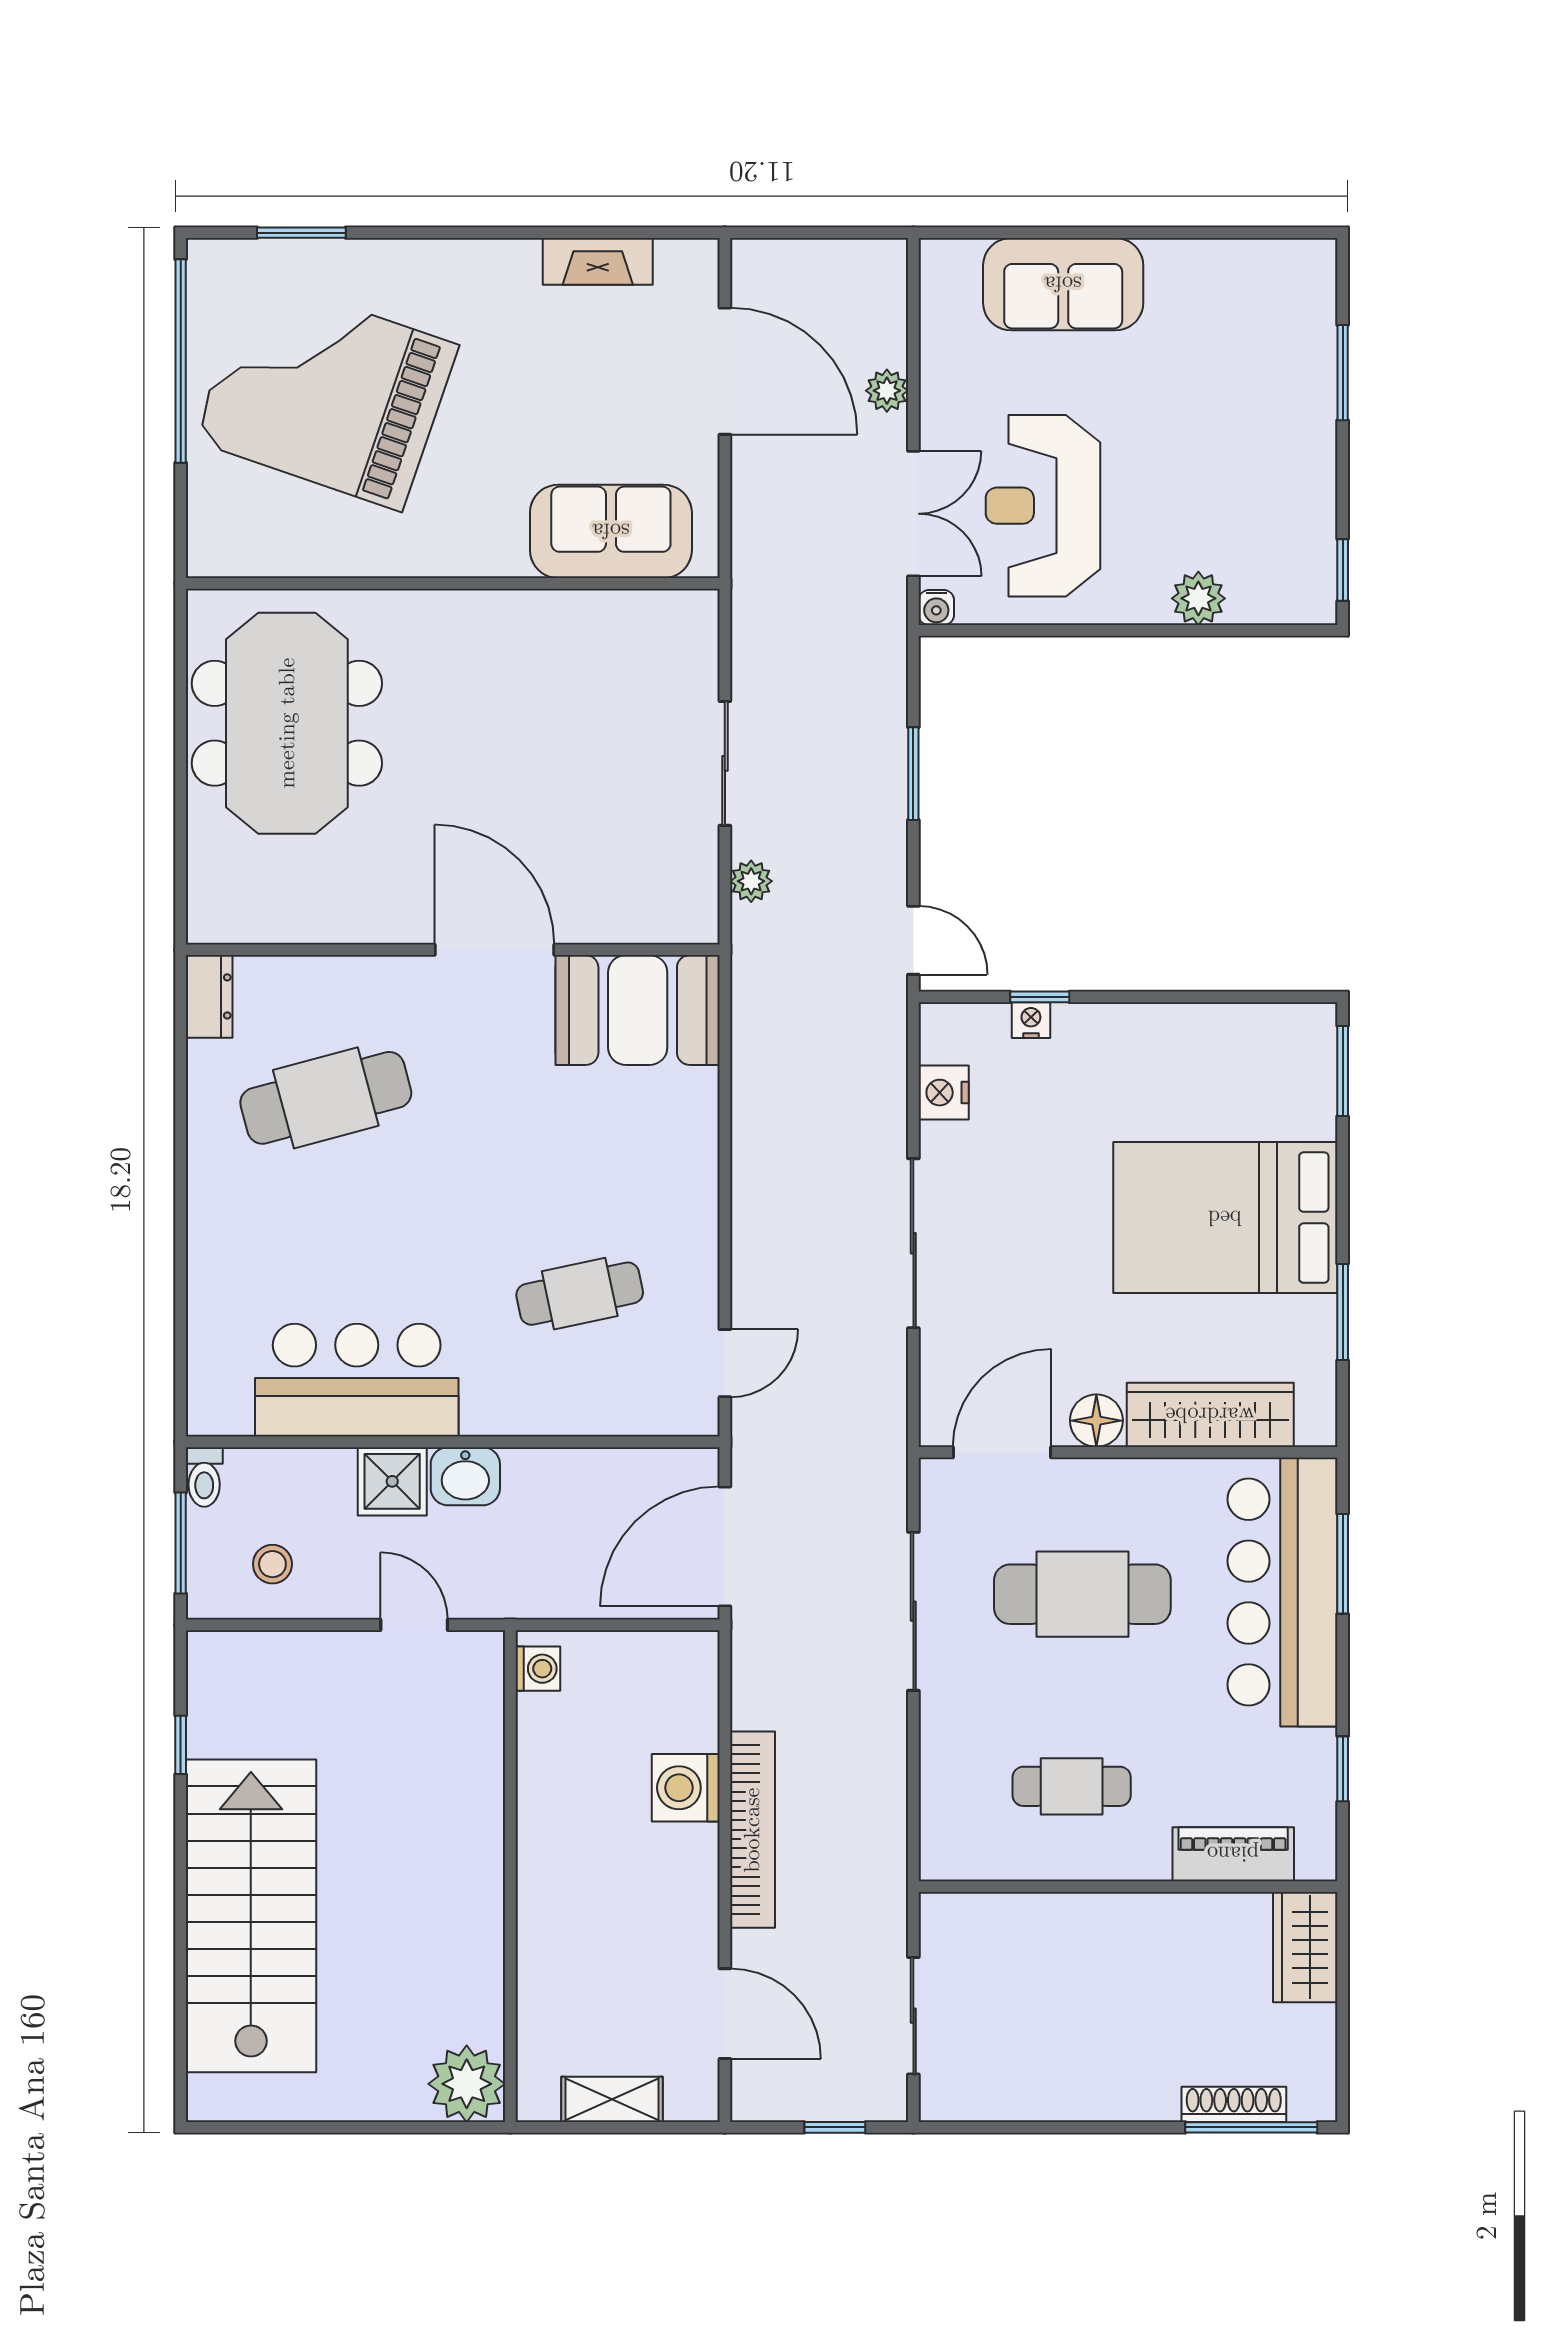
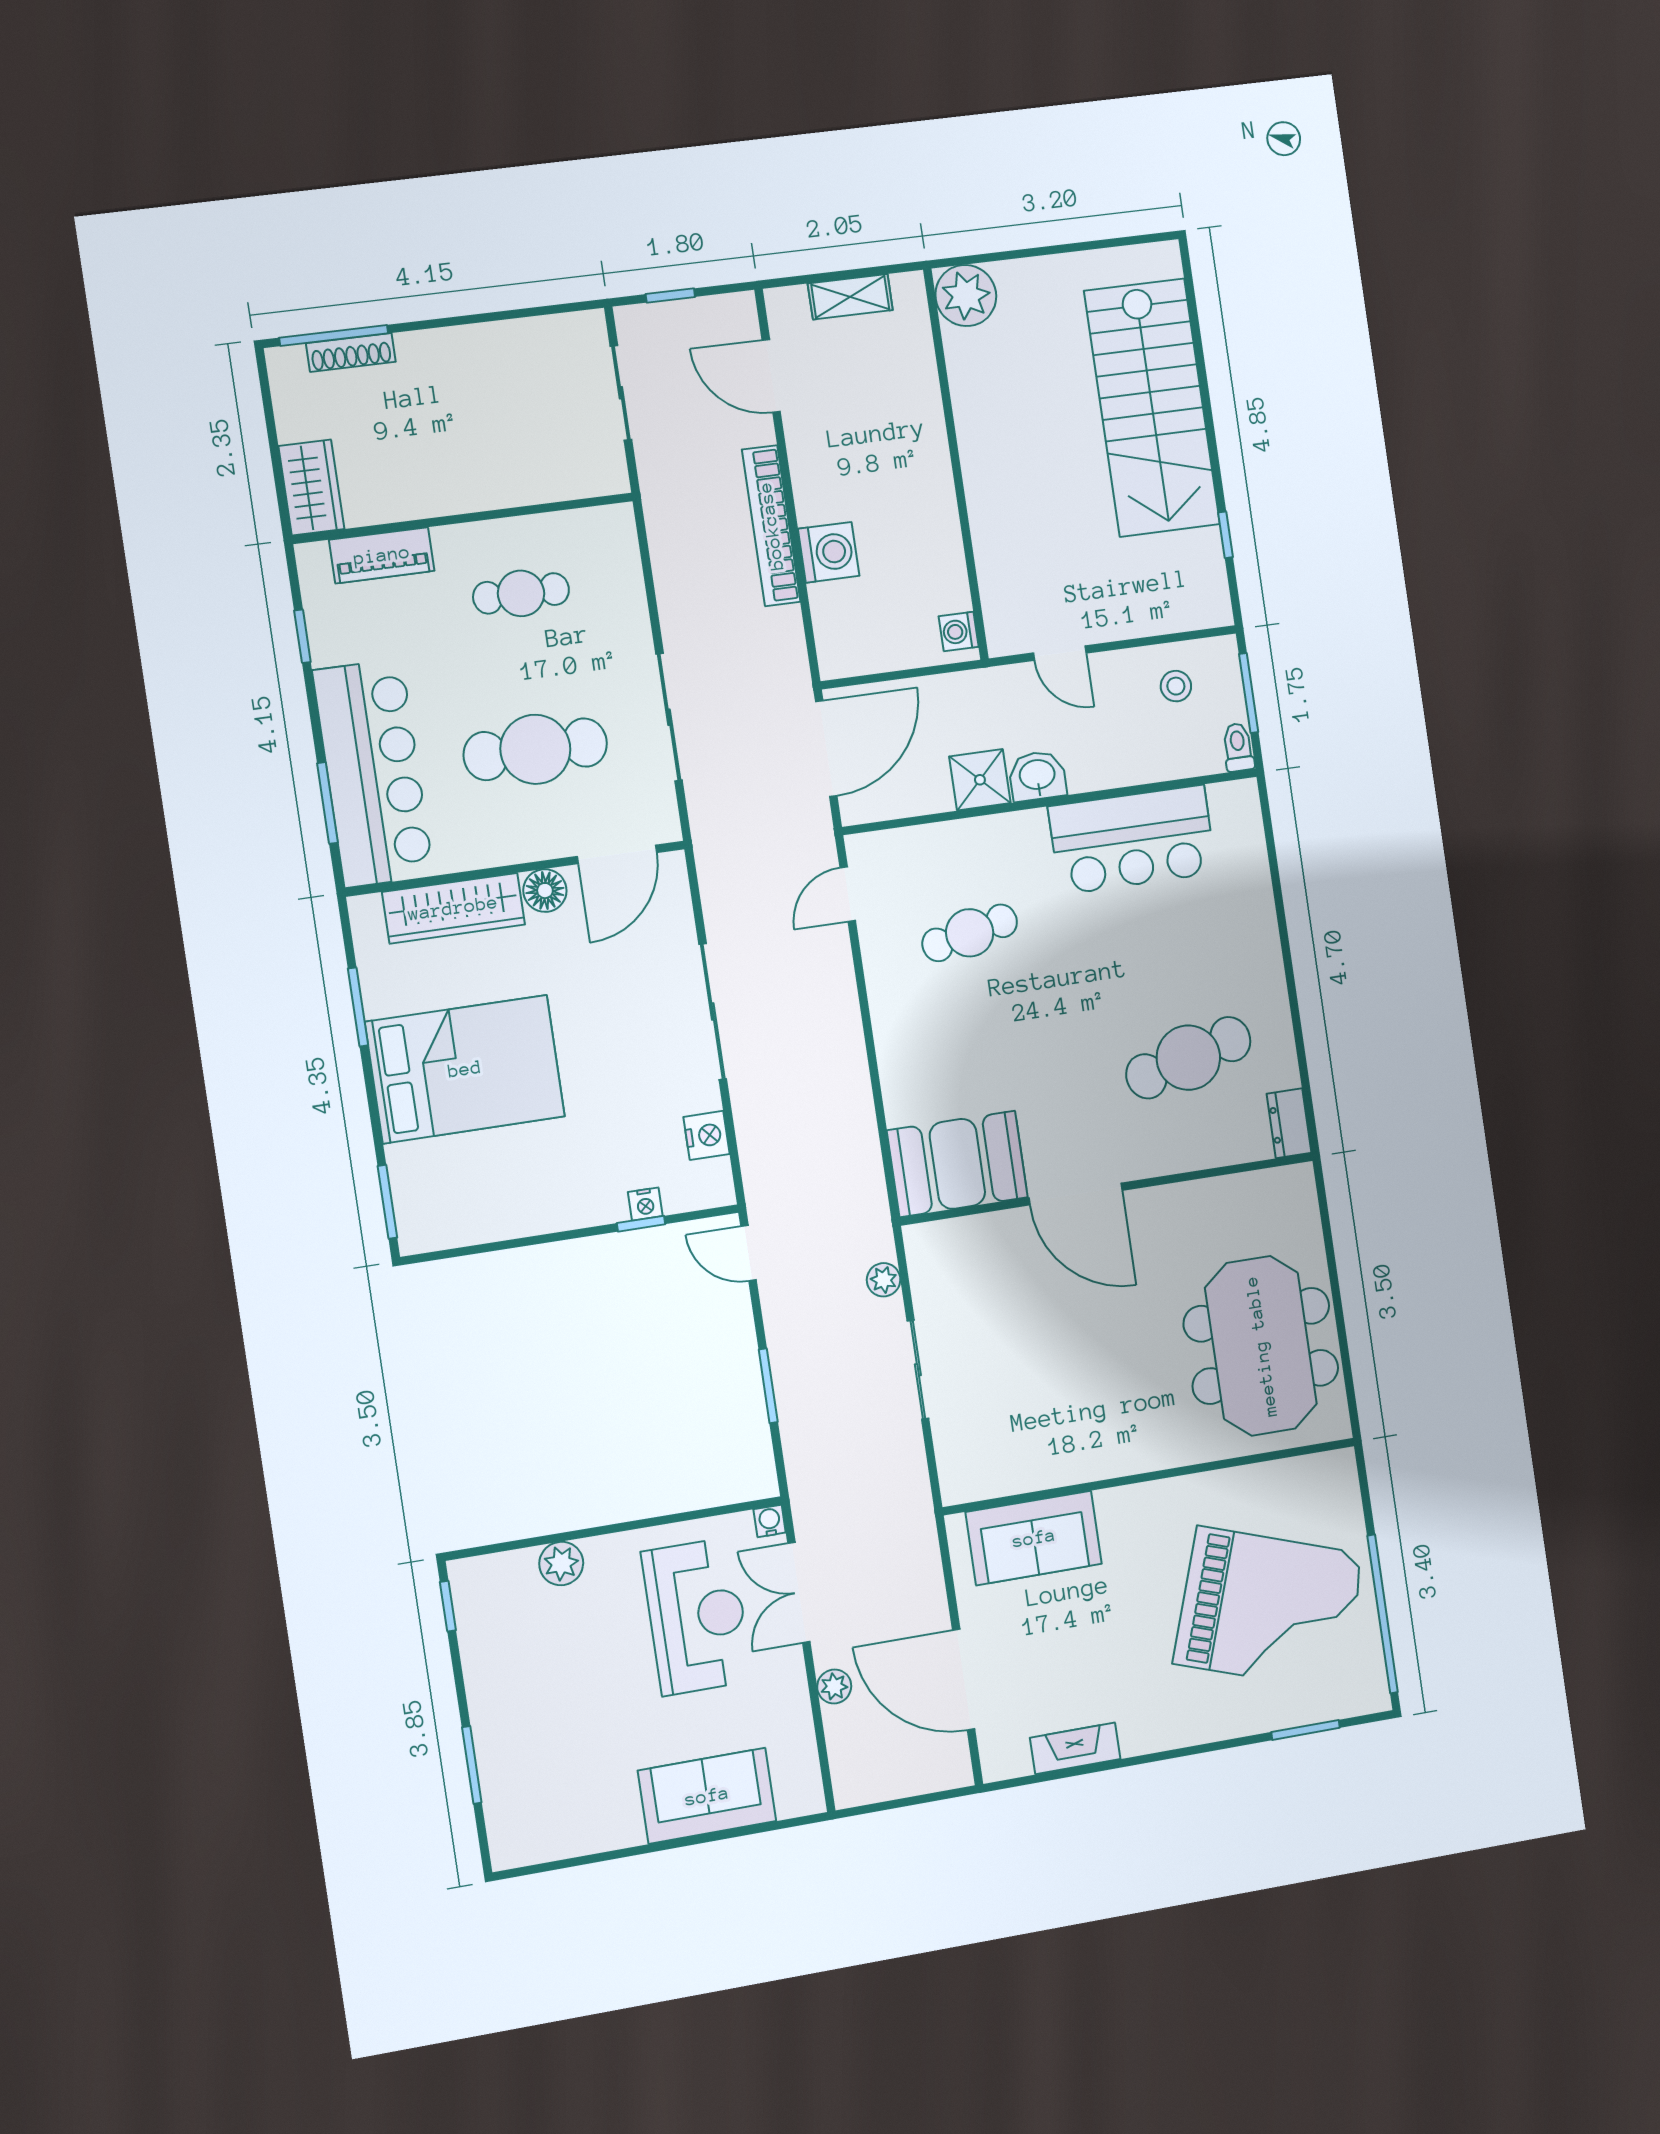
shower: (392, 1481) -> (980, 780), moved

